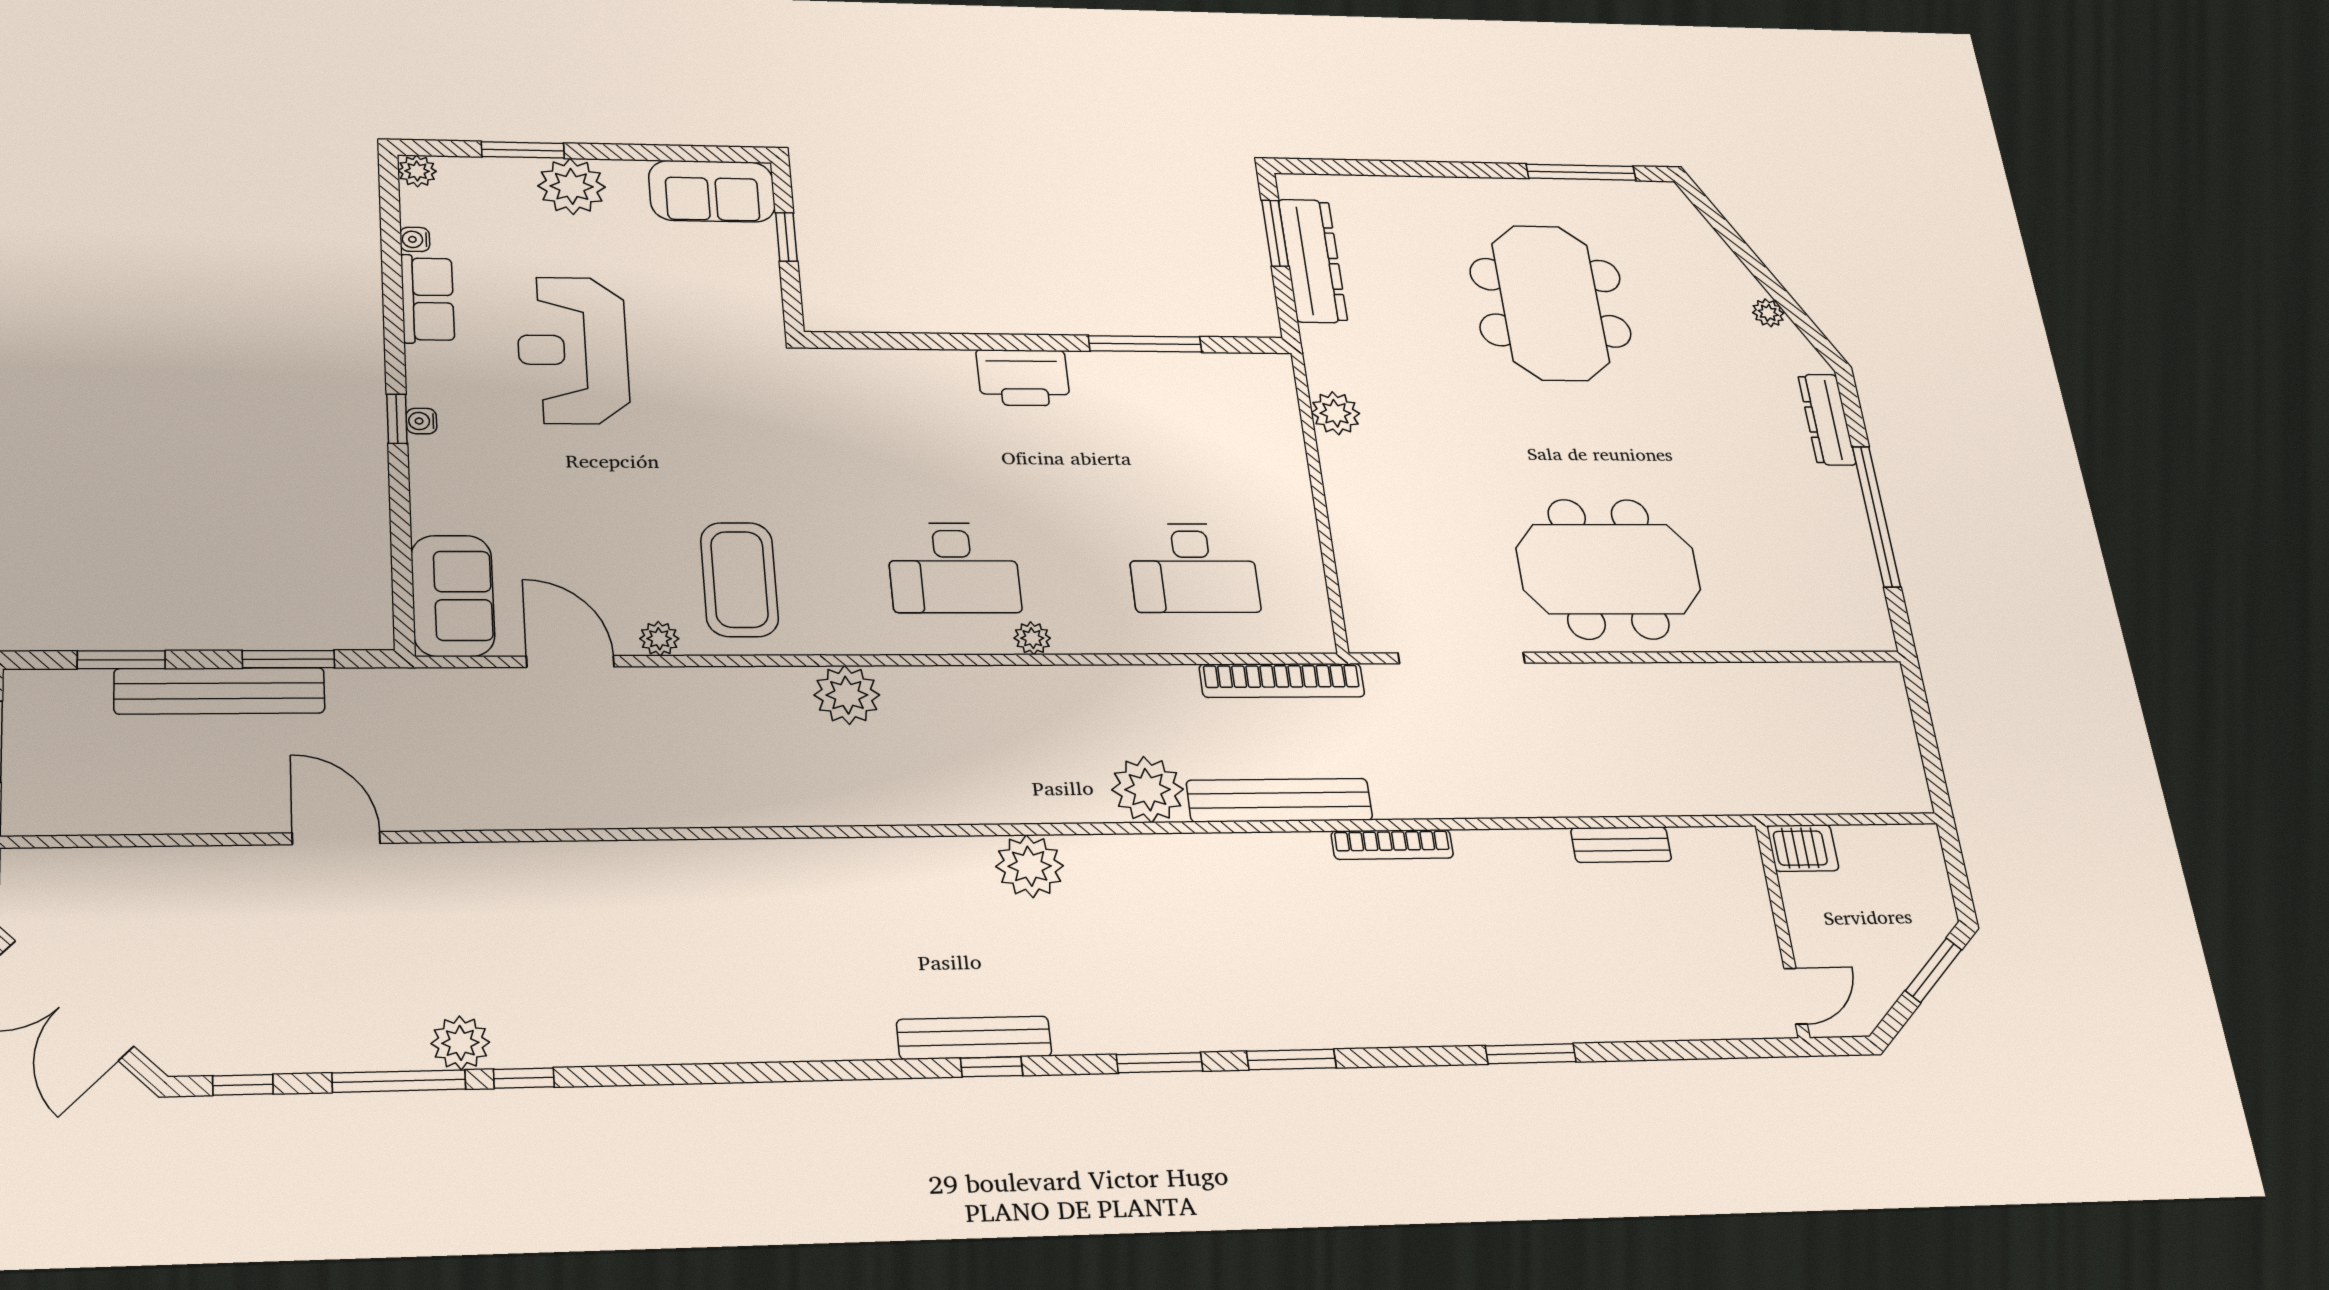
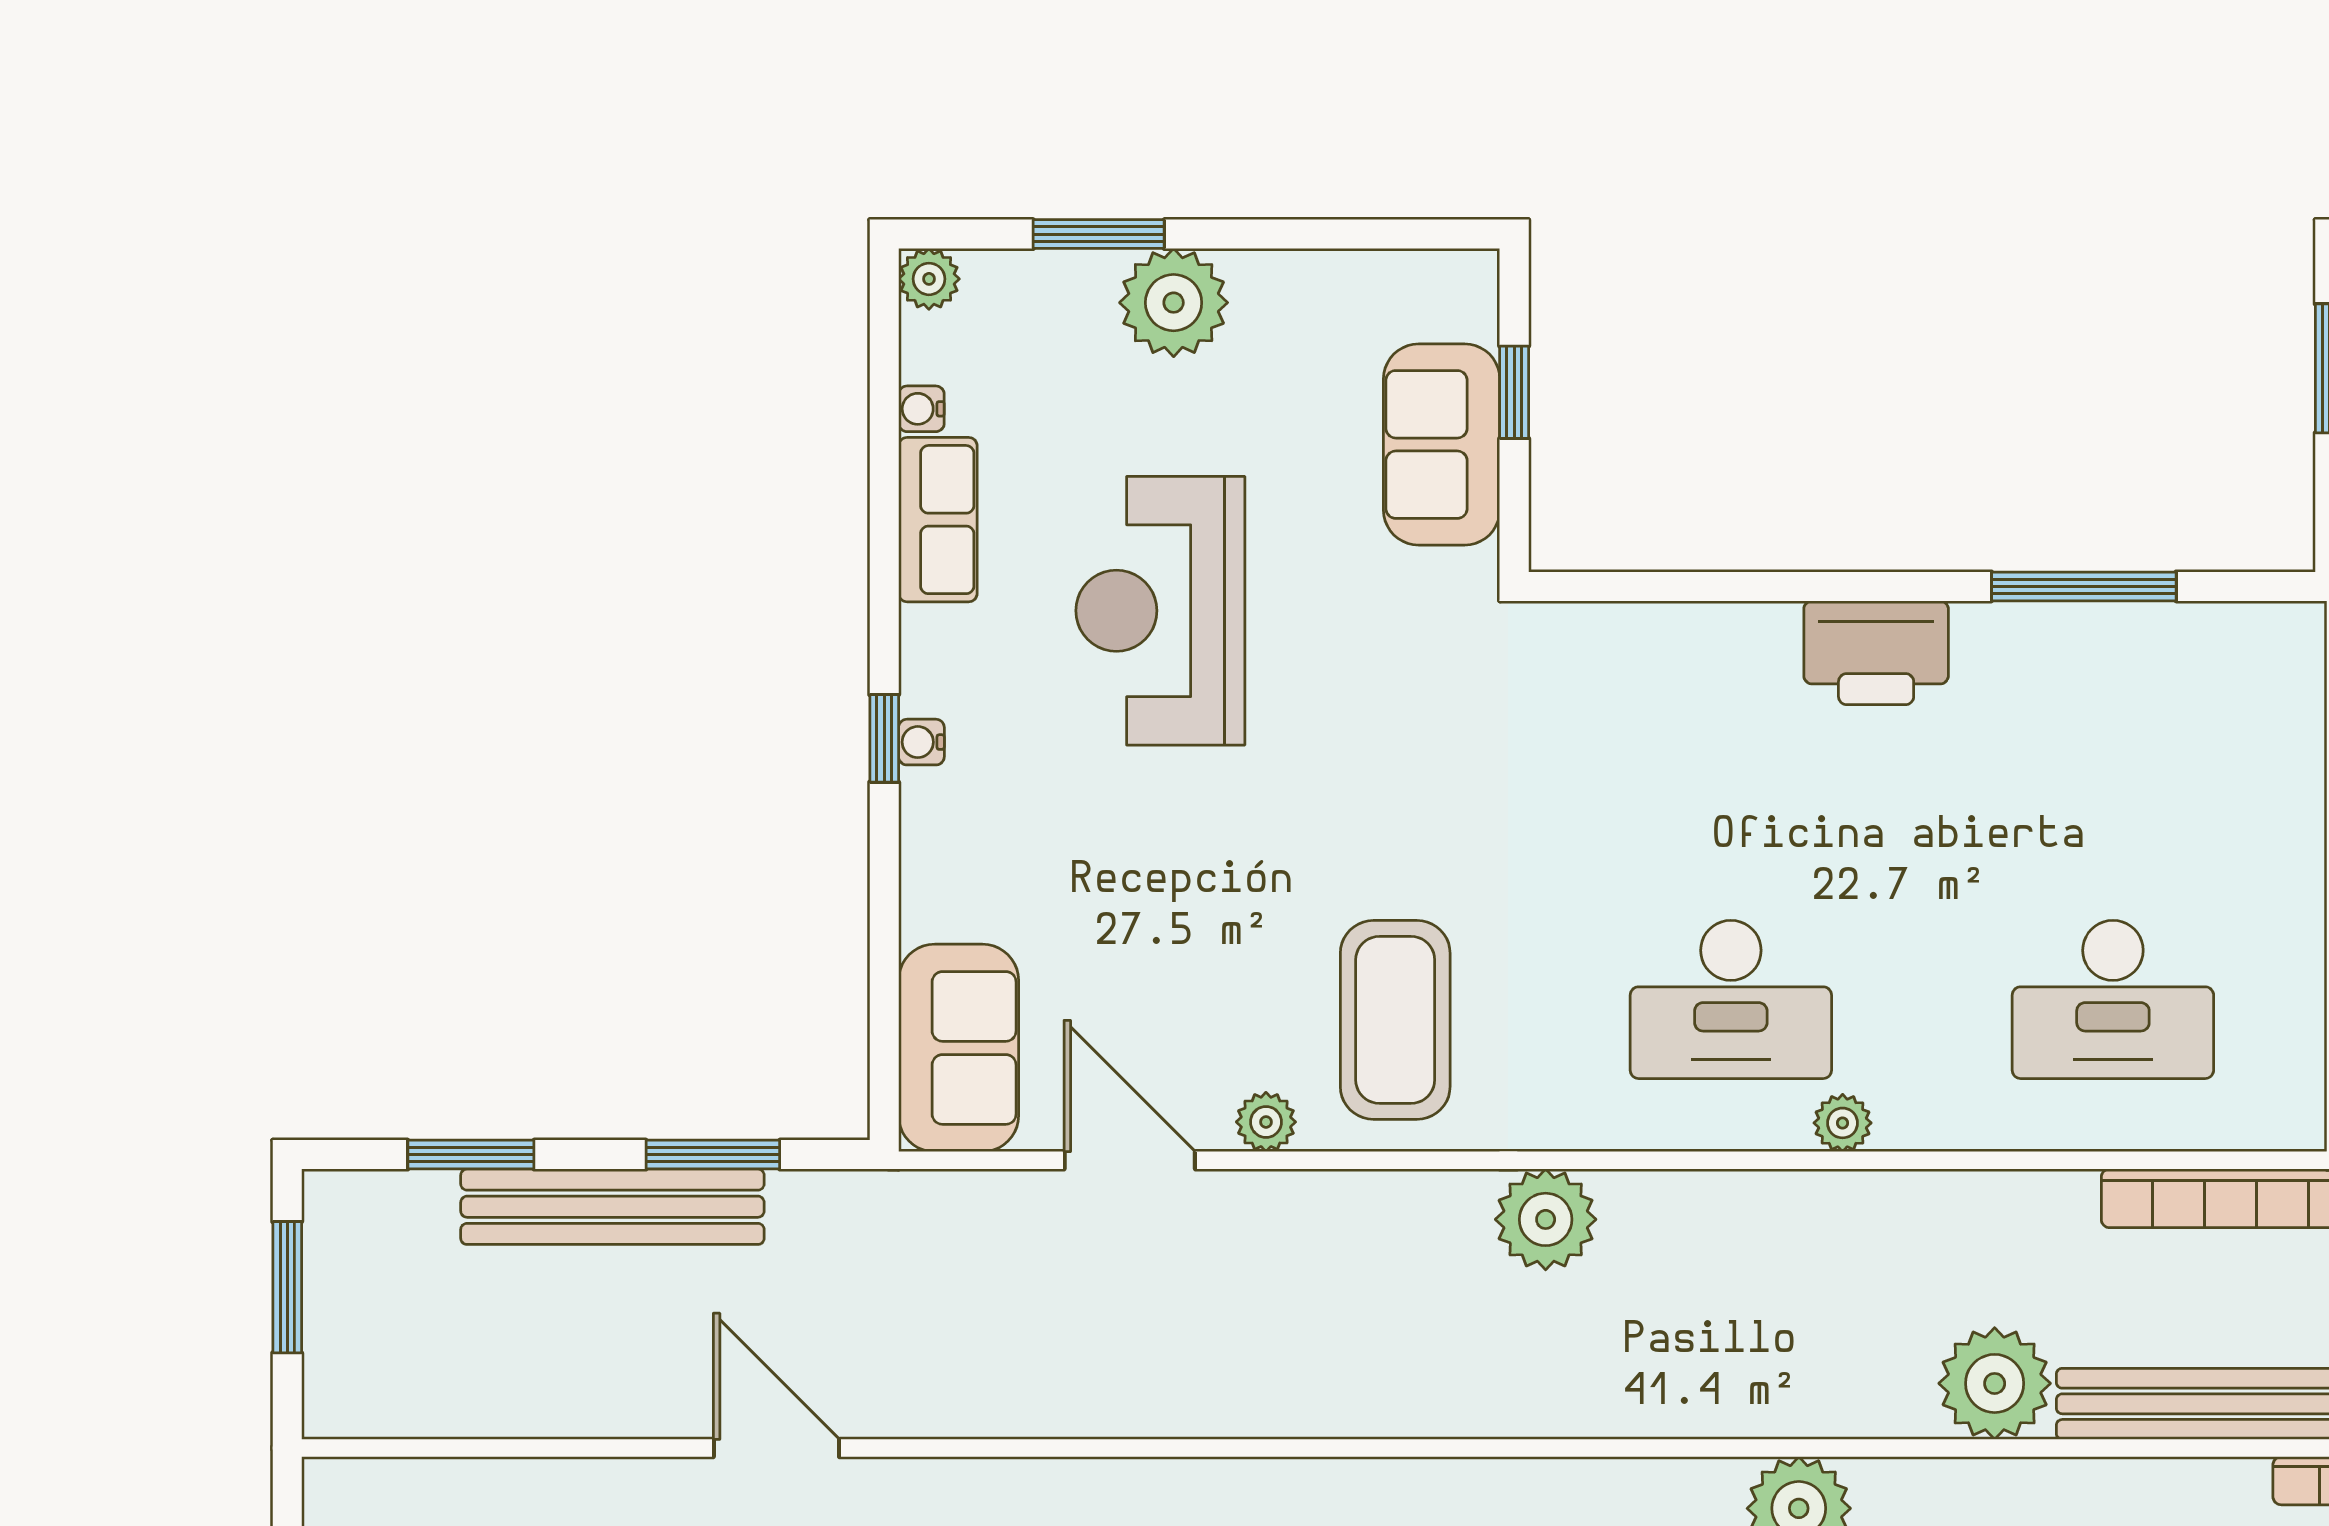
sofa: (712, 191) -> (1442, 444), moved, turned 90

